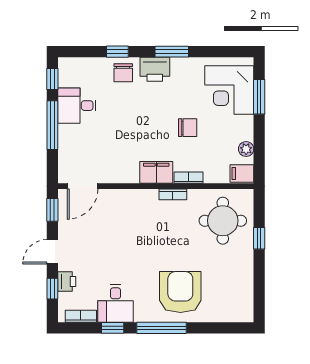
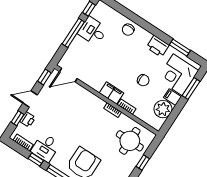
window: (117, 52) -> (132, 17), removed
window: (172, 52) -> (180, 48), moved
printer: (155, 69) -> (158, 46), moved
plant: (246, 149) -> (163, 109), width x1.88, depth x1.88
filing cabinet: (242, 173) -> (173, 97), moved

